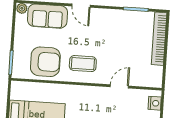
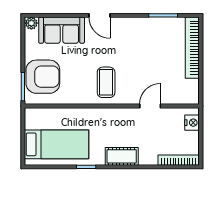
armchair: (45, 62) -> (43, 77), moved
coffee table: (83, 64) -> (106, 82), turned 90

